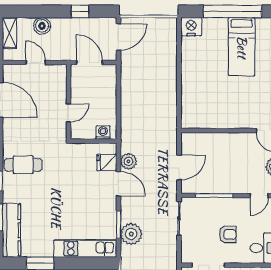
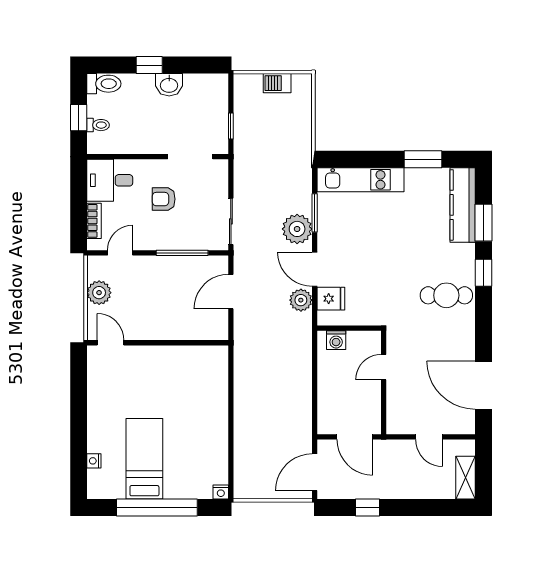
boiler: (42, 26) -> (420, 487), removed
nightstand: (191, 27) -> (221, 492), width x0.53, depth x0.56
plant: (131, 234) -> (297, 229), moved

